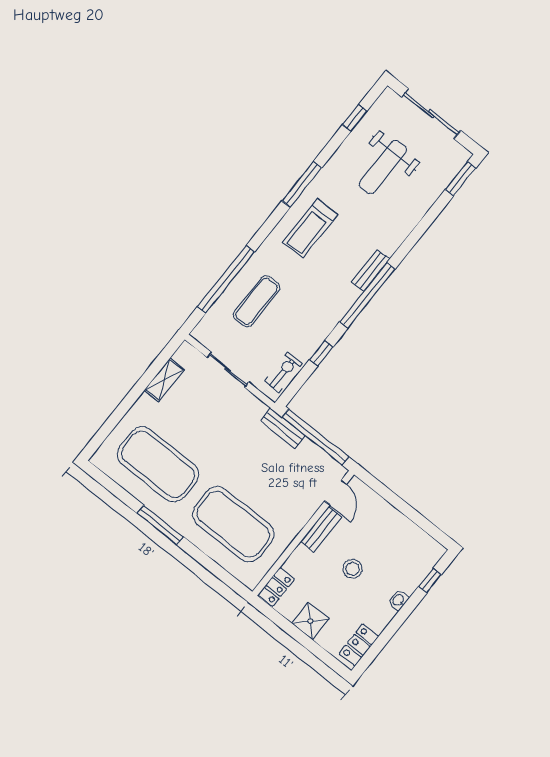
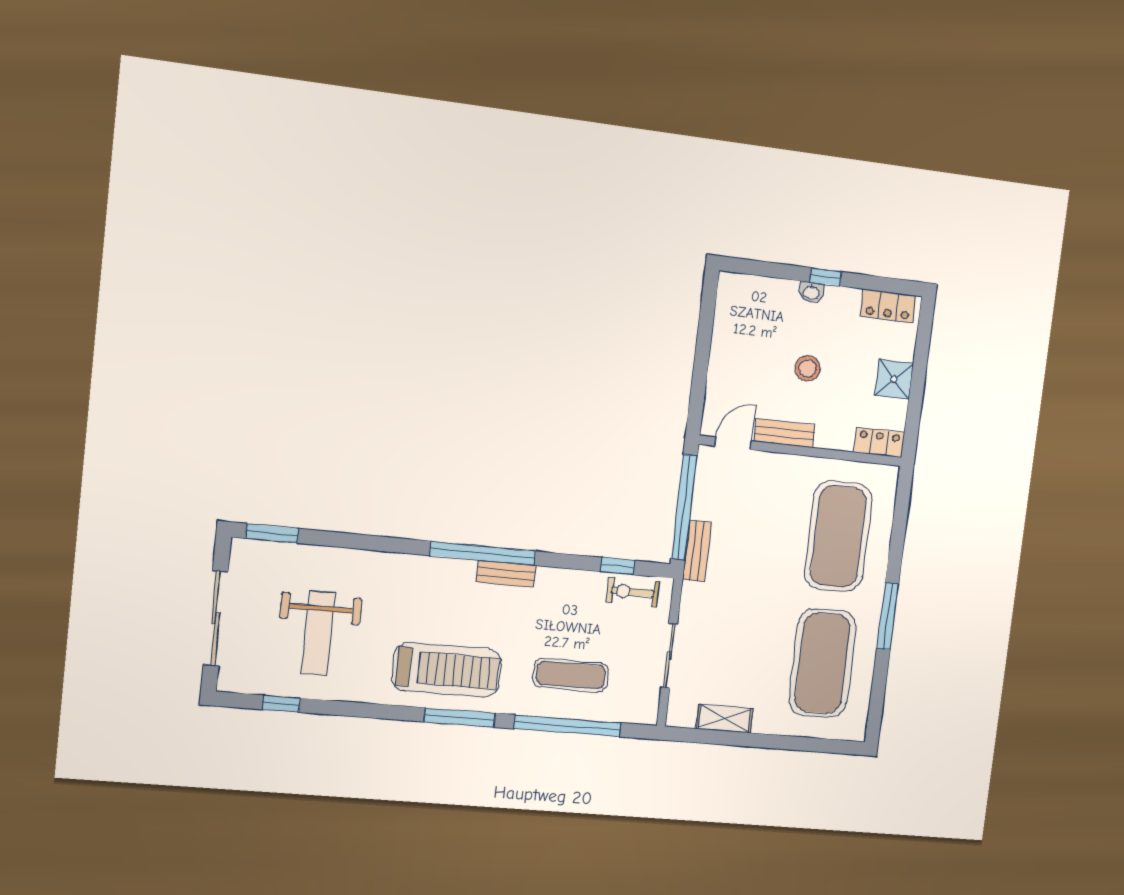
weight bench: (383, 167) -> (318, 633), turned 90
window: (302, 184) -> (460, 717), moved
treadmill: (310, 228) -> (447, 670), width x1.37, depth x1.38
bench: (371, 270) -> (506, 574), moved
window: (321, 353) -> (618, 566), moved
window: (430, 581) -> (825, 277), moved

